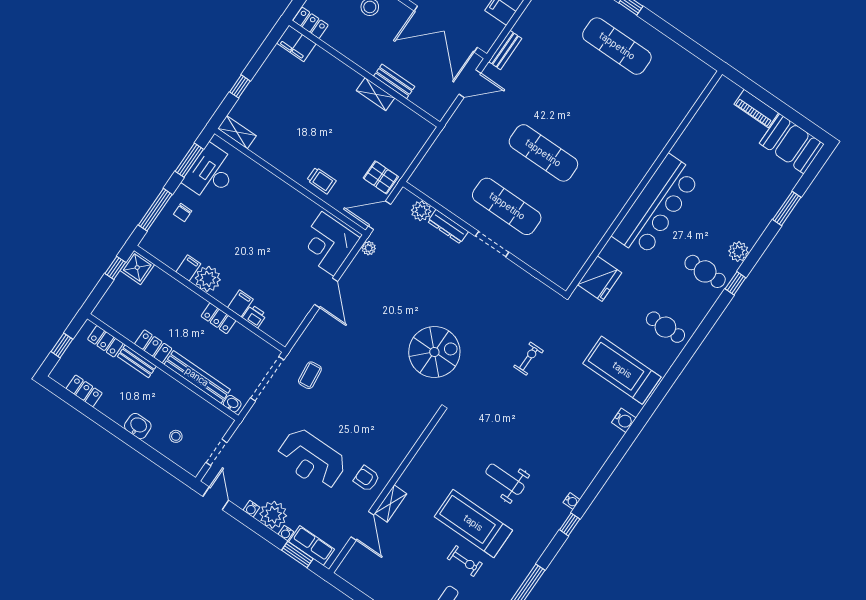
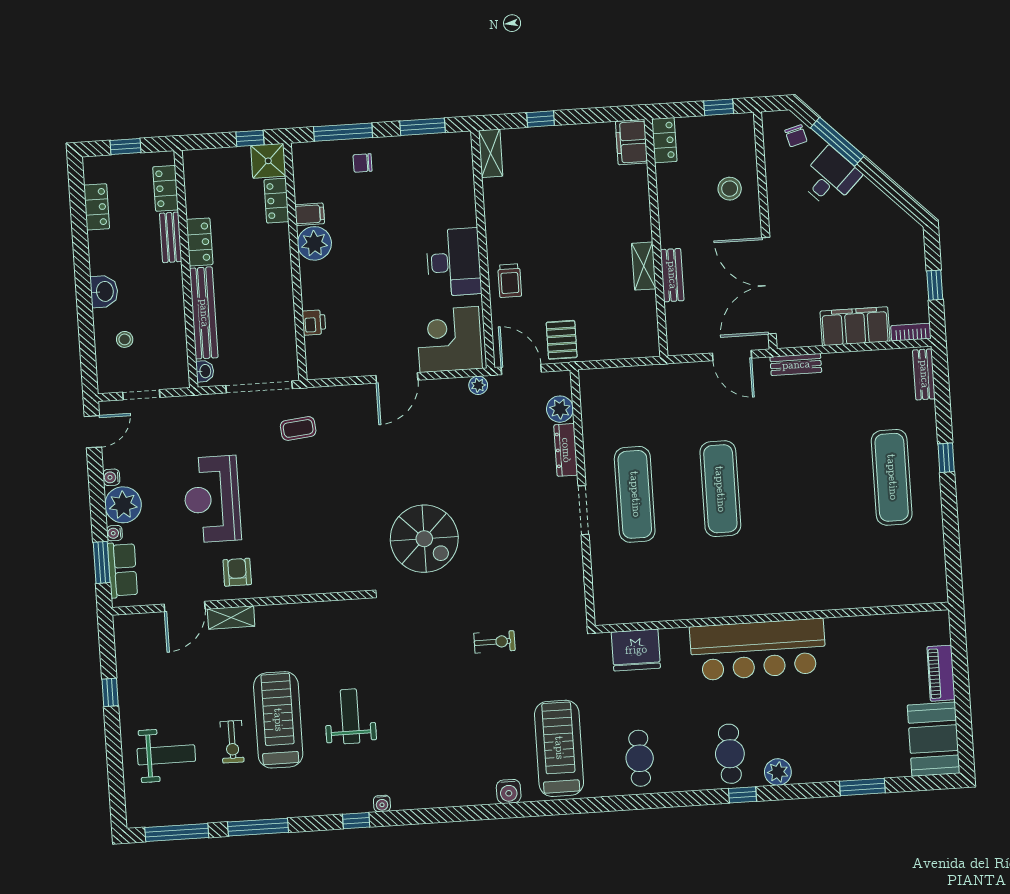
desk: (211, 173) -> (454, 262), moved, turned 90
filing cabinet: (240, 303) -> (316, 297), removed
locker: (218, 318) -> (276, 201), moved

